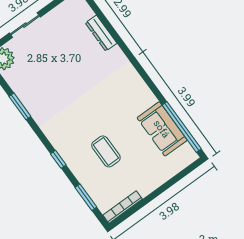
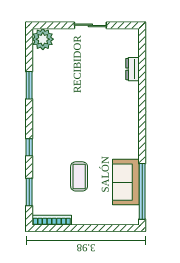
sliding door: (25, 25) -> (90, 25), moved
dresser: (101, 33) -> (132, 69), width x0.70
coffee table: (106, 151) -> (79, 176), moved

